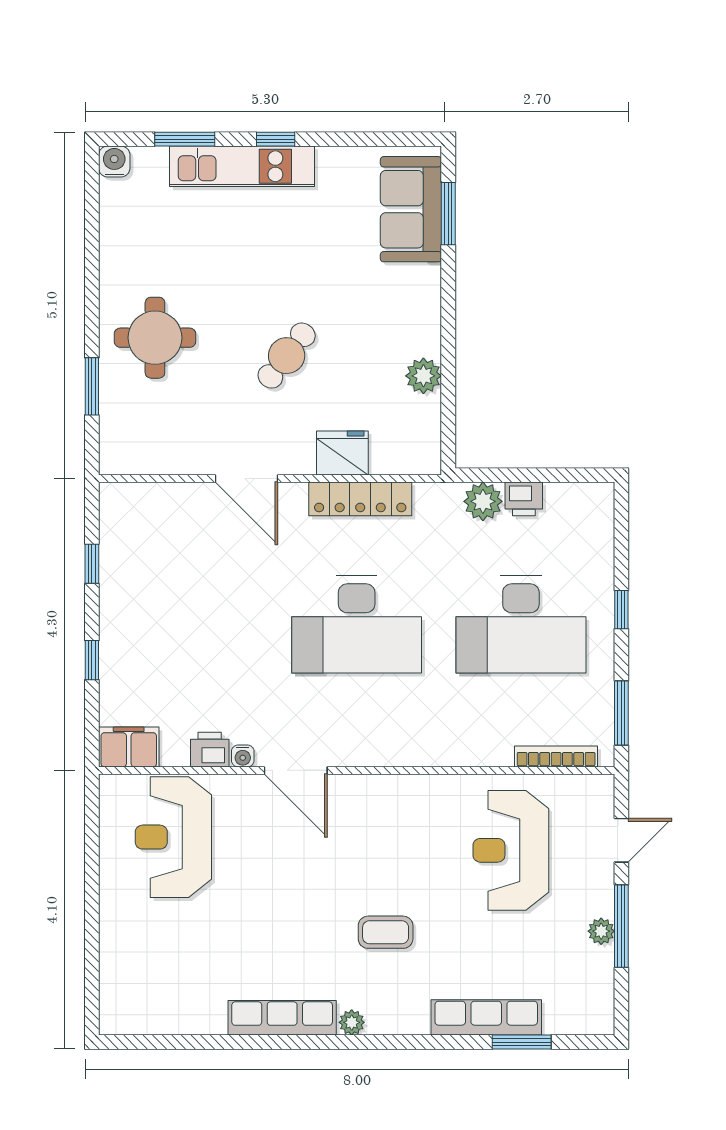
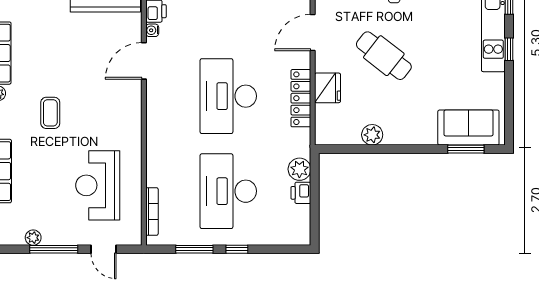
cafe table: (287, 356) -> (384, 56), width x1.37, depth x1.35
window: (621, 713) -> (194, 249), moved
reception desk: (511, 850) -> (98, 185), turned -90
plant: (601, 931) -> (33, 238), moved

